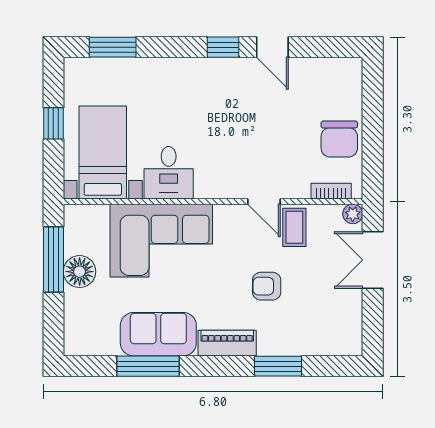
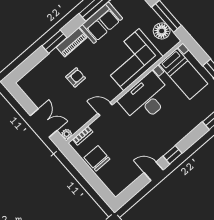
desk: (169, 173) -> (146, 98), width x1.87, depth x1.30
coffee table: (294, 227) -> (85, 109), removed
floor lamp: (80, 272) -> (162, 31), moved
window: (278, 366) -> (55, 42), moved

